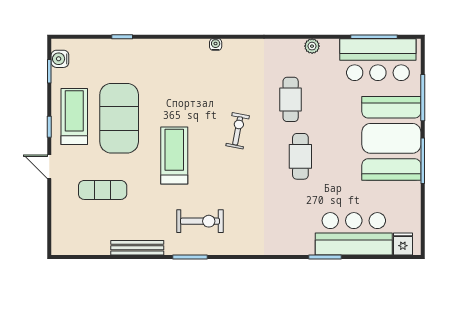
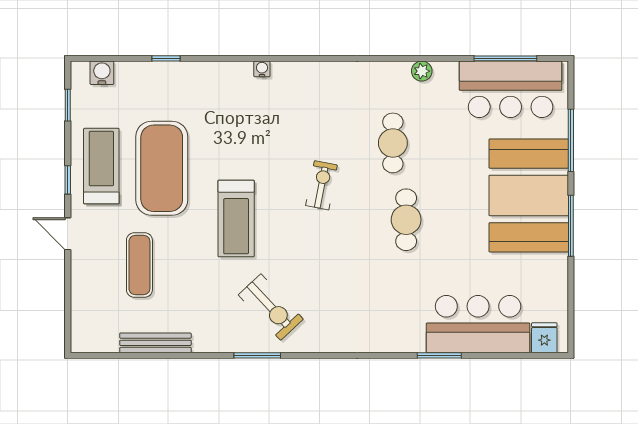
water cooler: (216, 44) -> (262, 69), moved
water cooler: (60, 59) -> (102, 73), moved, turned 90
treadmill: (174, 155) -> (236, 218), turned 180
exercise mat: (103, 190) -> (139, 265), turned 90
exercise bike: (200, 221) -> (271, 307), turned 47
bench: (137, 248) -> (155, 343), moved

